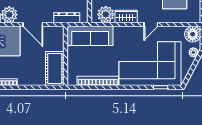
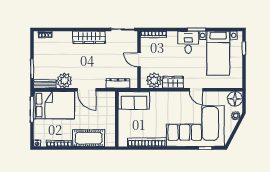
door: (151, 25) -> (196, 90), hinge flipped
sofa: (90, 36) -> (134, 100), width x0.73
cot: (55, 68) -> (89, 138), moved, turned 90

